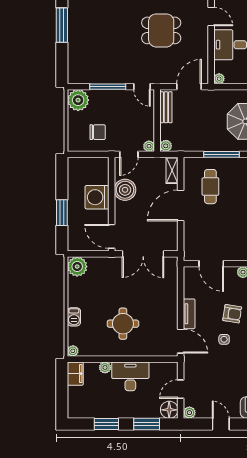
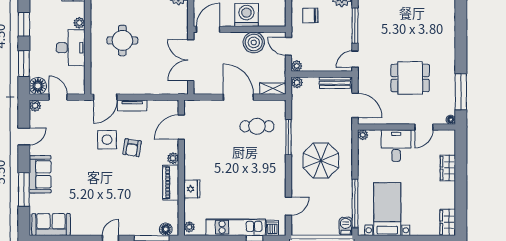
dining table: (161, 30) -> (410, 78), turned 90
chair: (98, 132) -> (310, 16), turned 89
side table: (224, 339) -> (107, 140), width x1.87, depth x1.87

